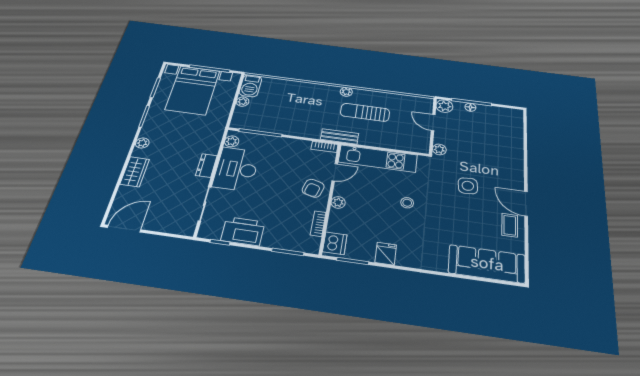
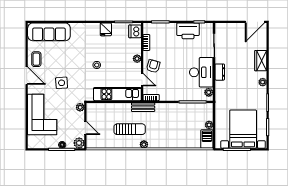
corner sofa: (501, 148) -> (42, 114), added
door: (335, 172) -> (142, 80), swing flipped

